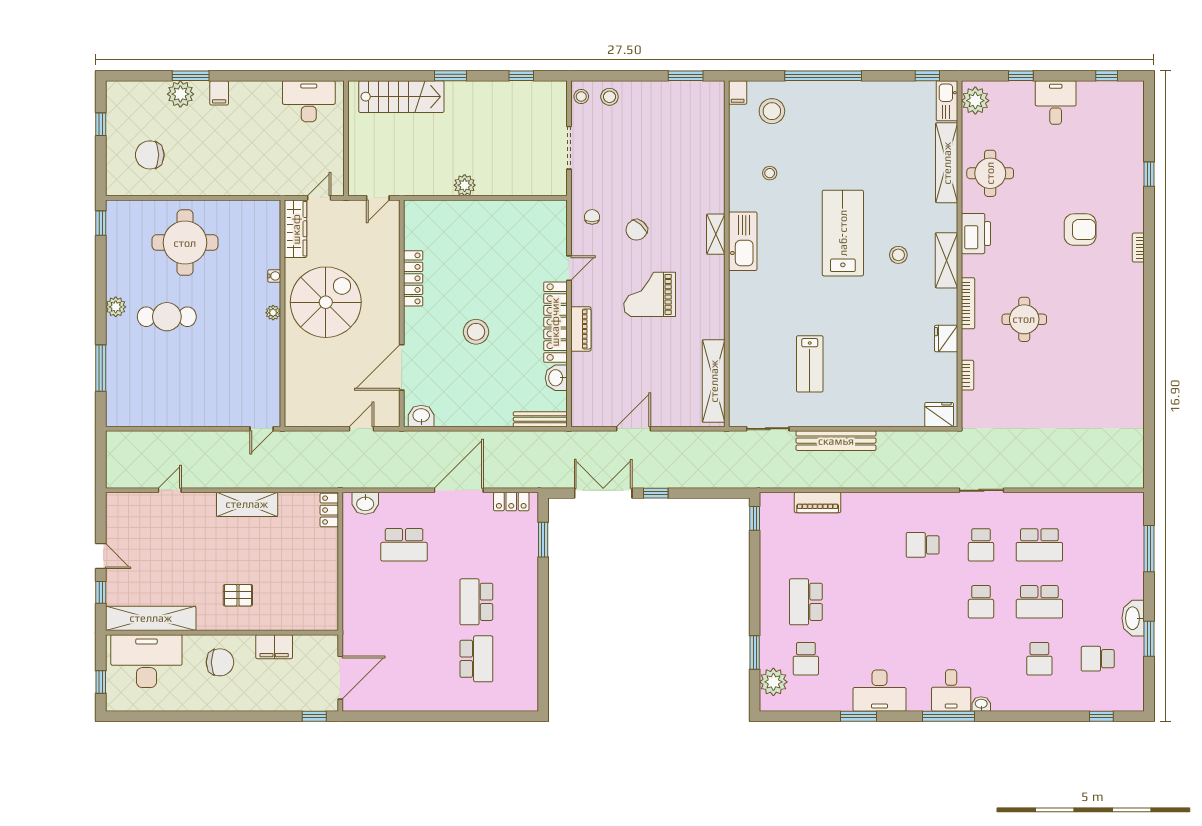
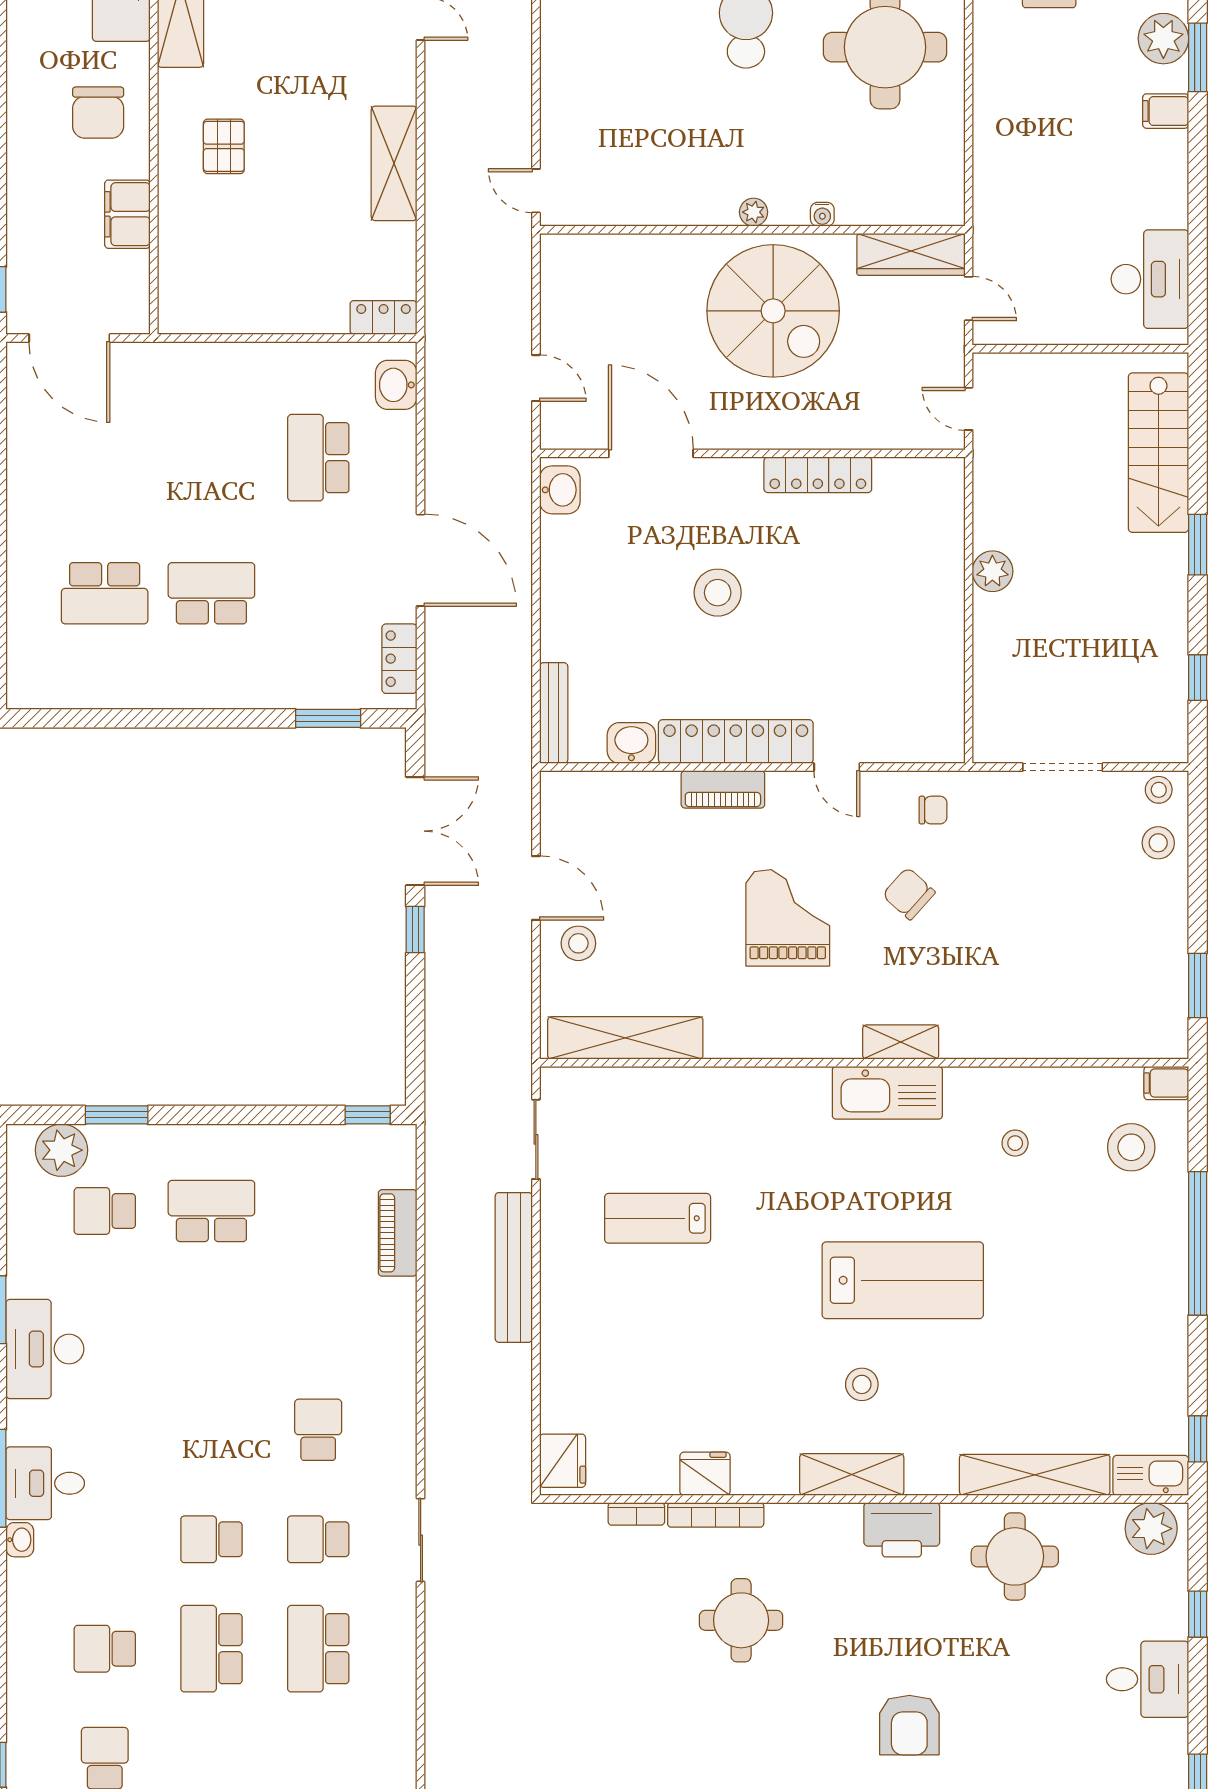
bookcase: (968, 303) -> (716, 1515), moved
stool: (663, 406) -> (578, 943), added

